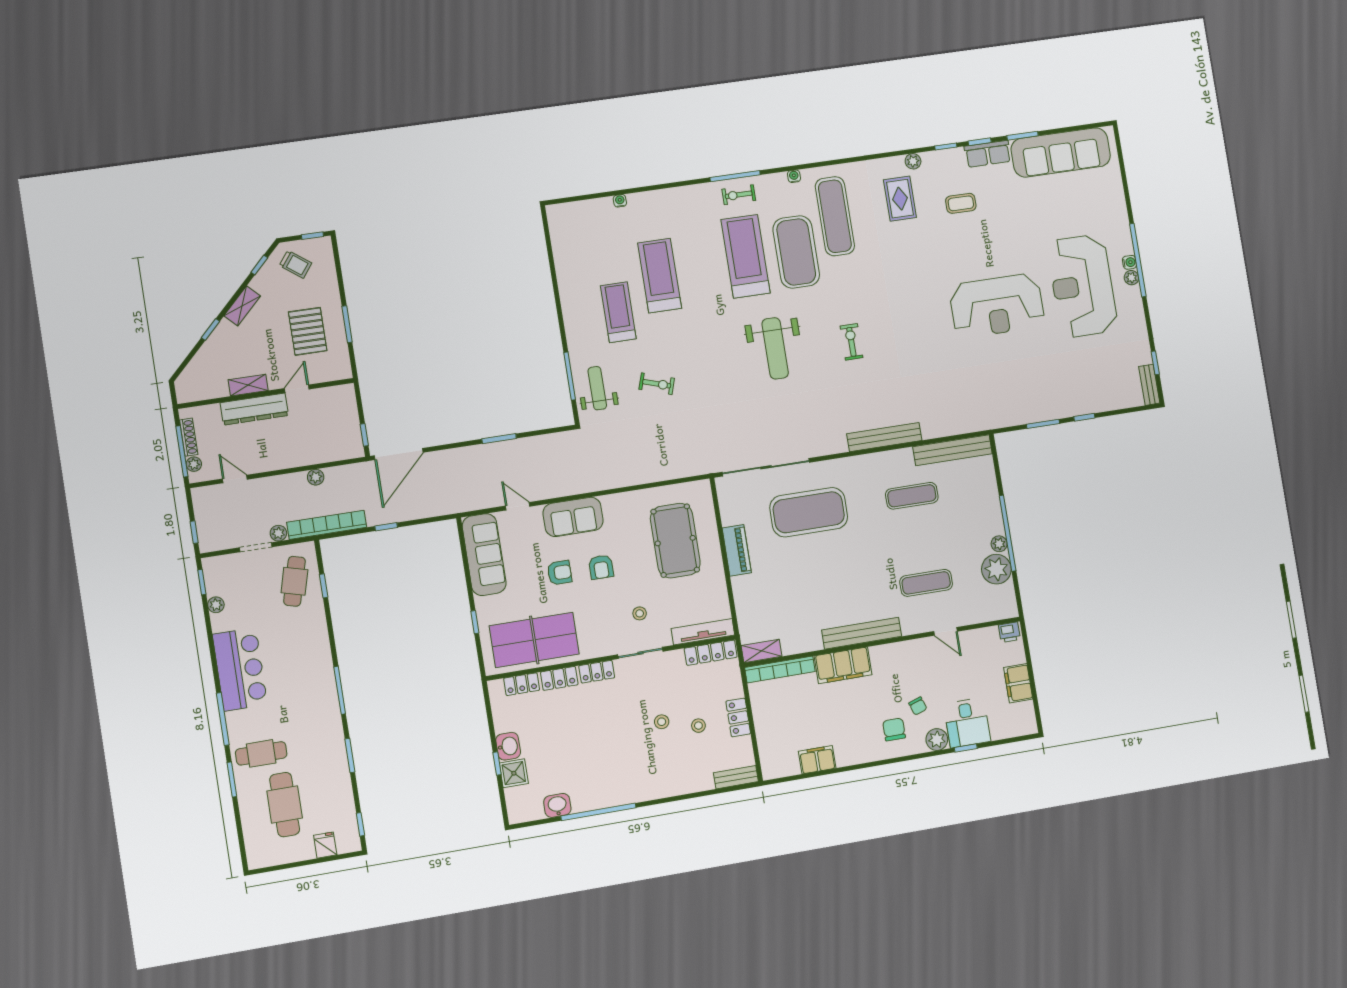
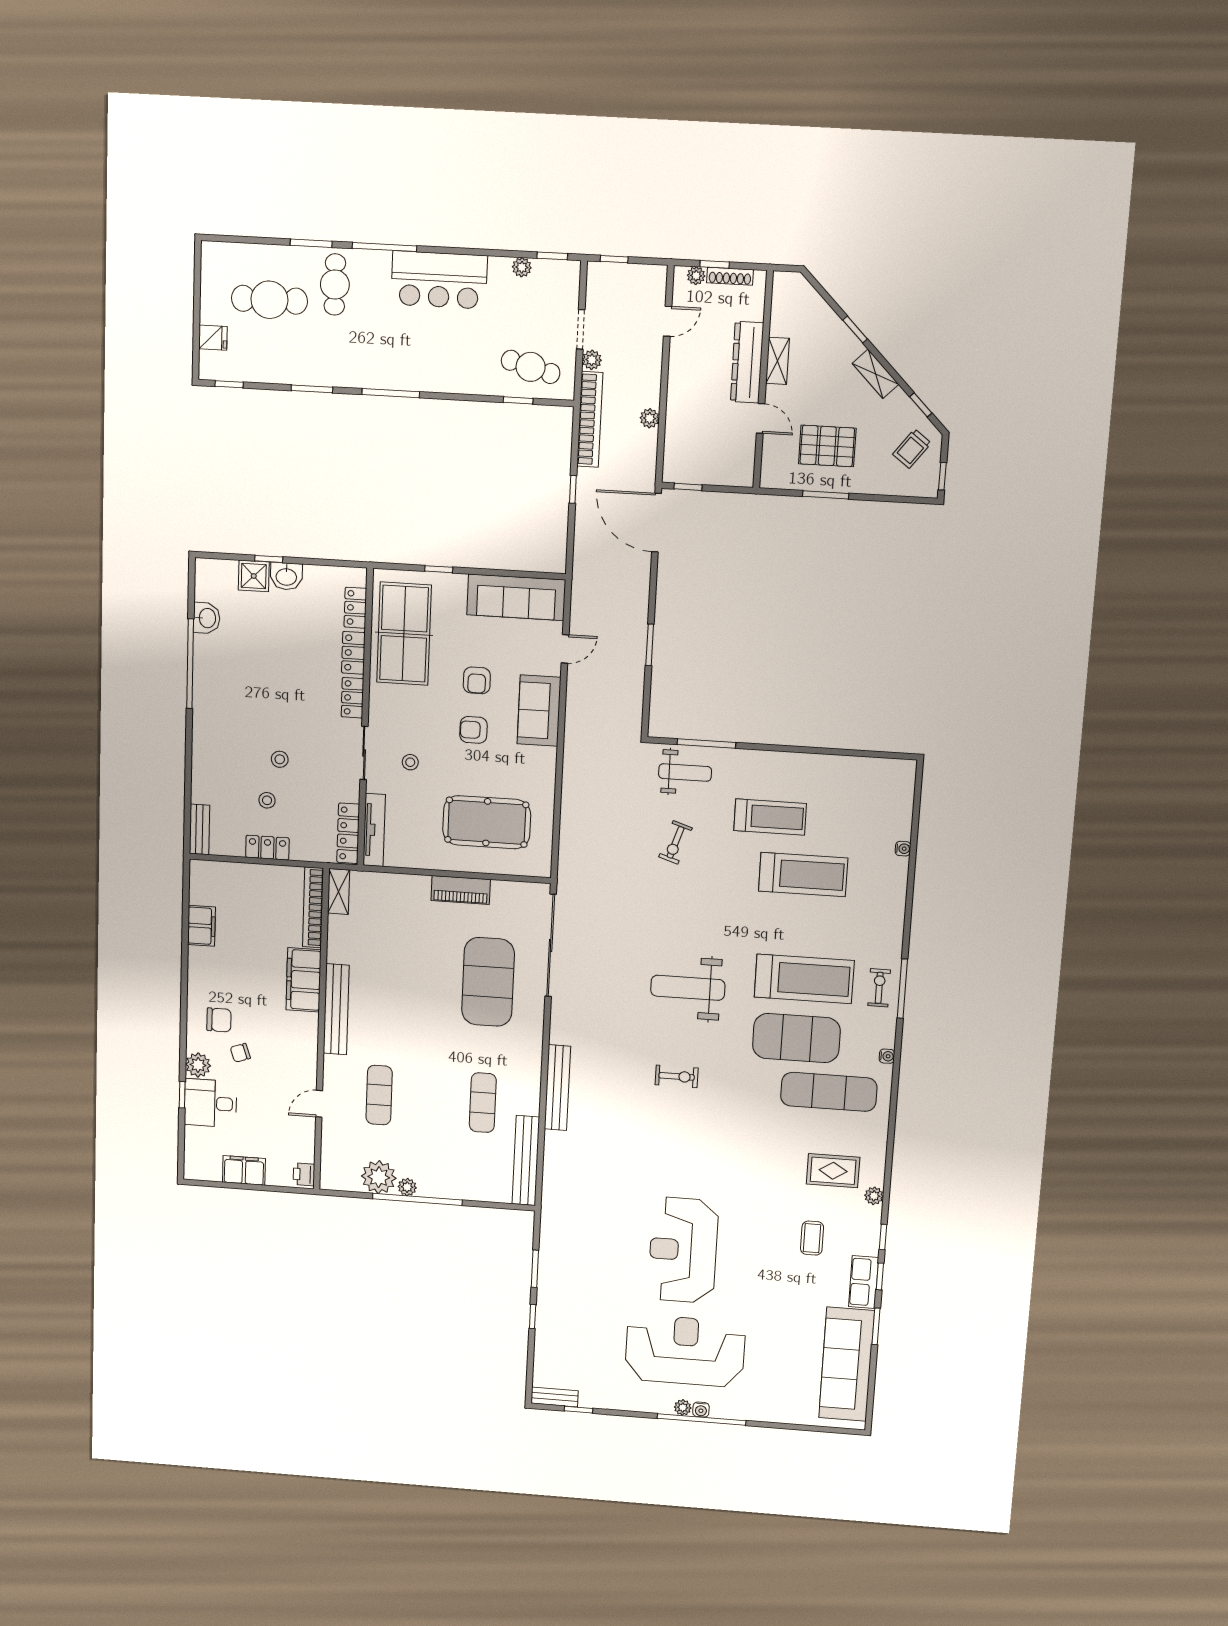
window: (182, 451) -> (715, 264), width x0.46

